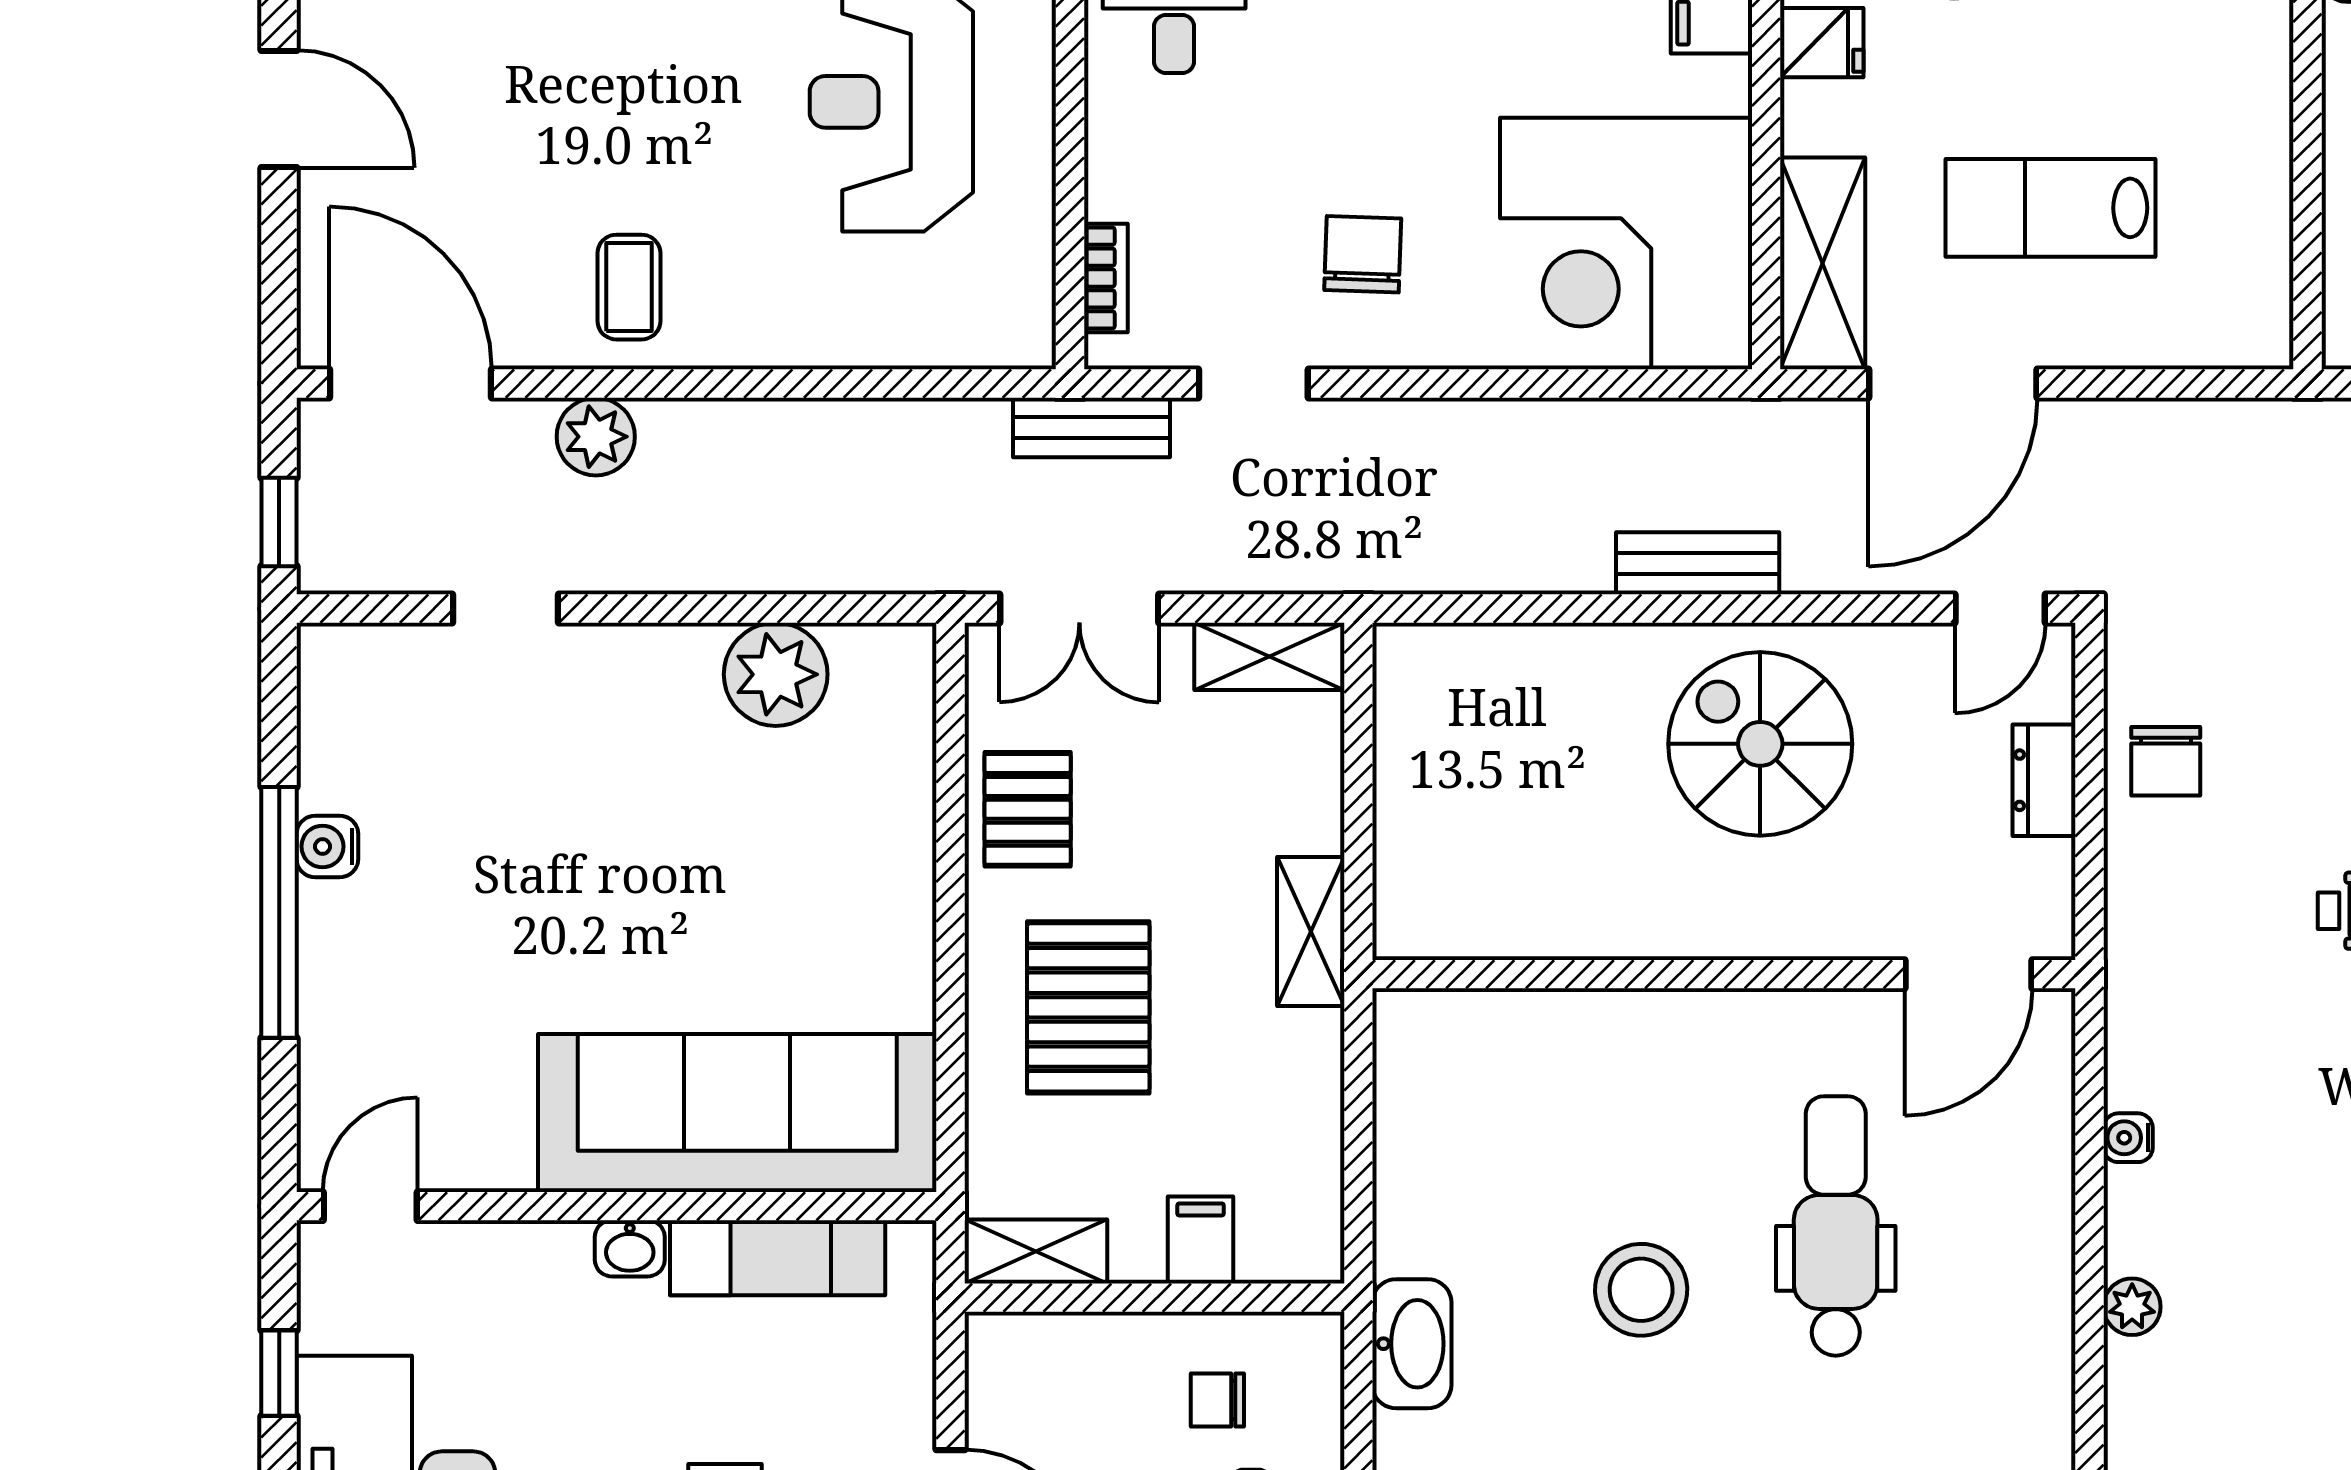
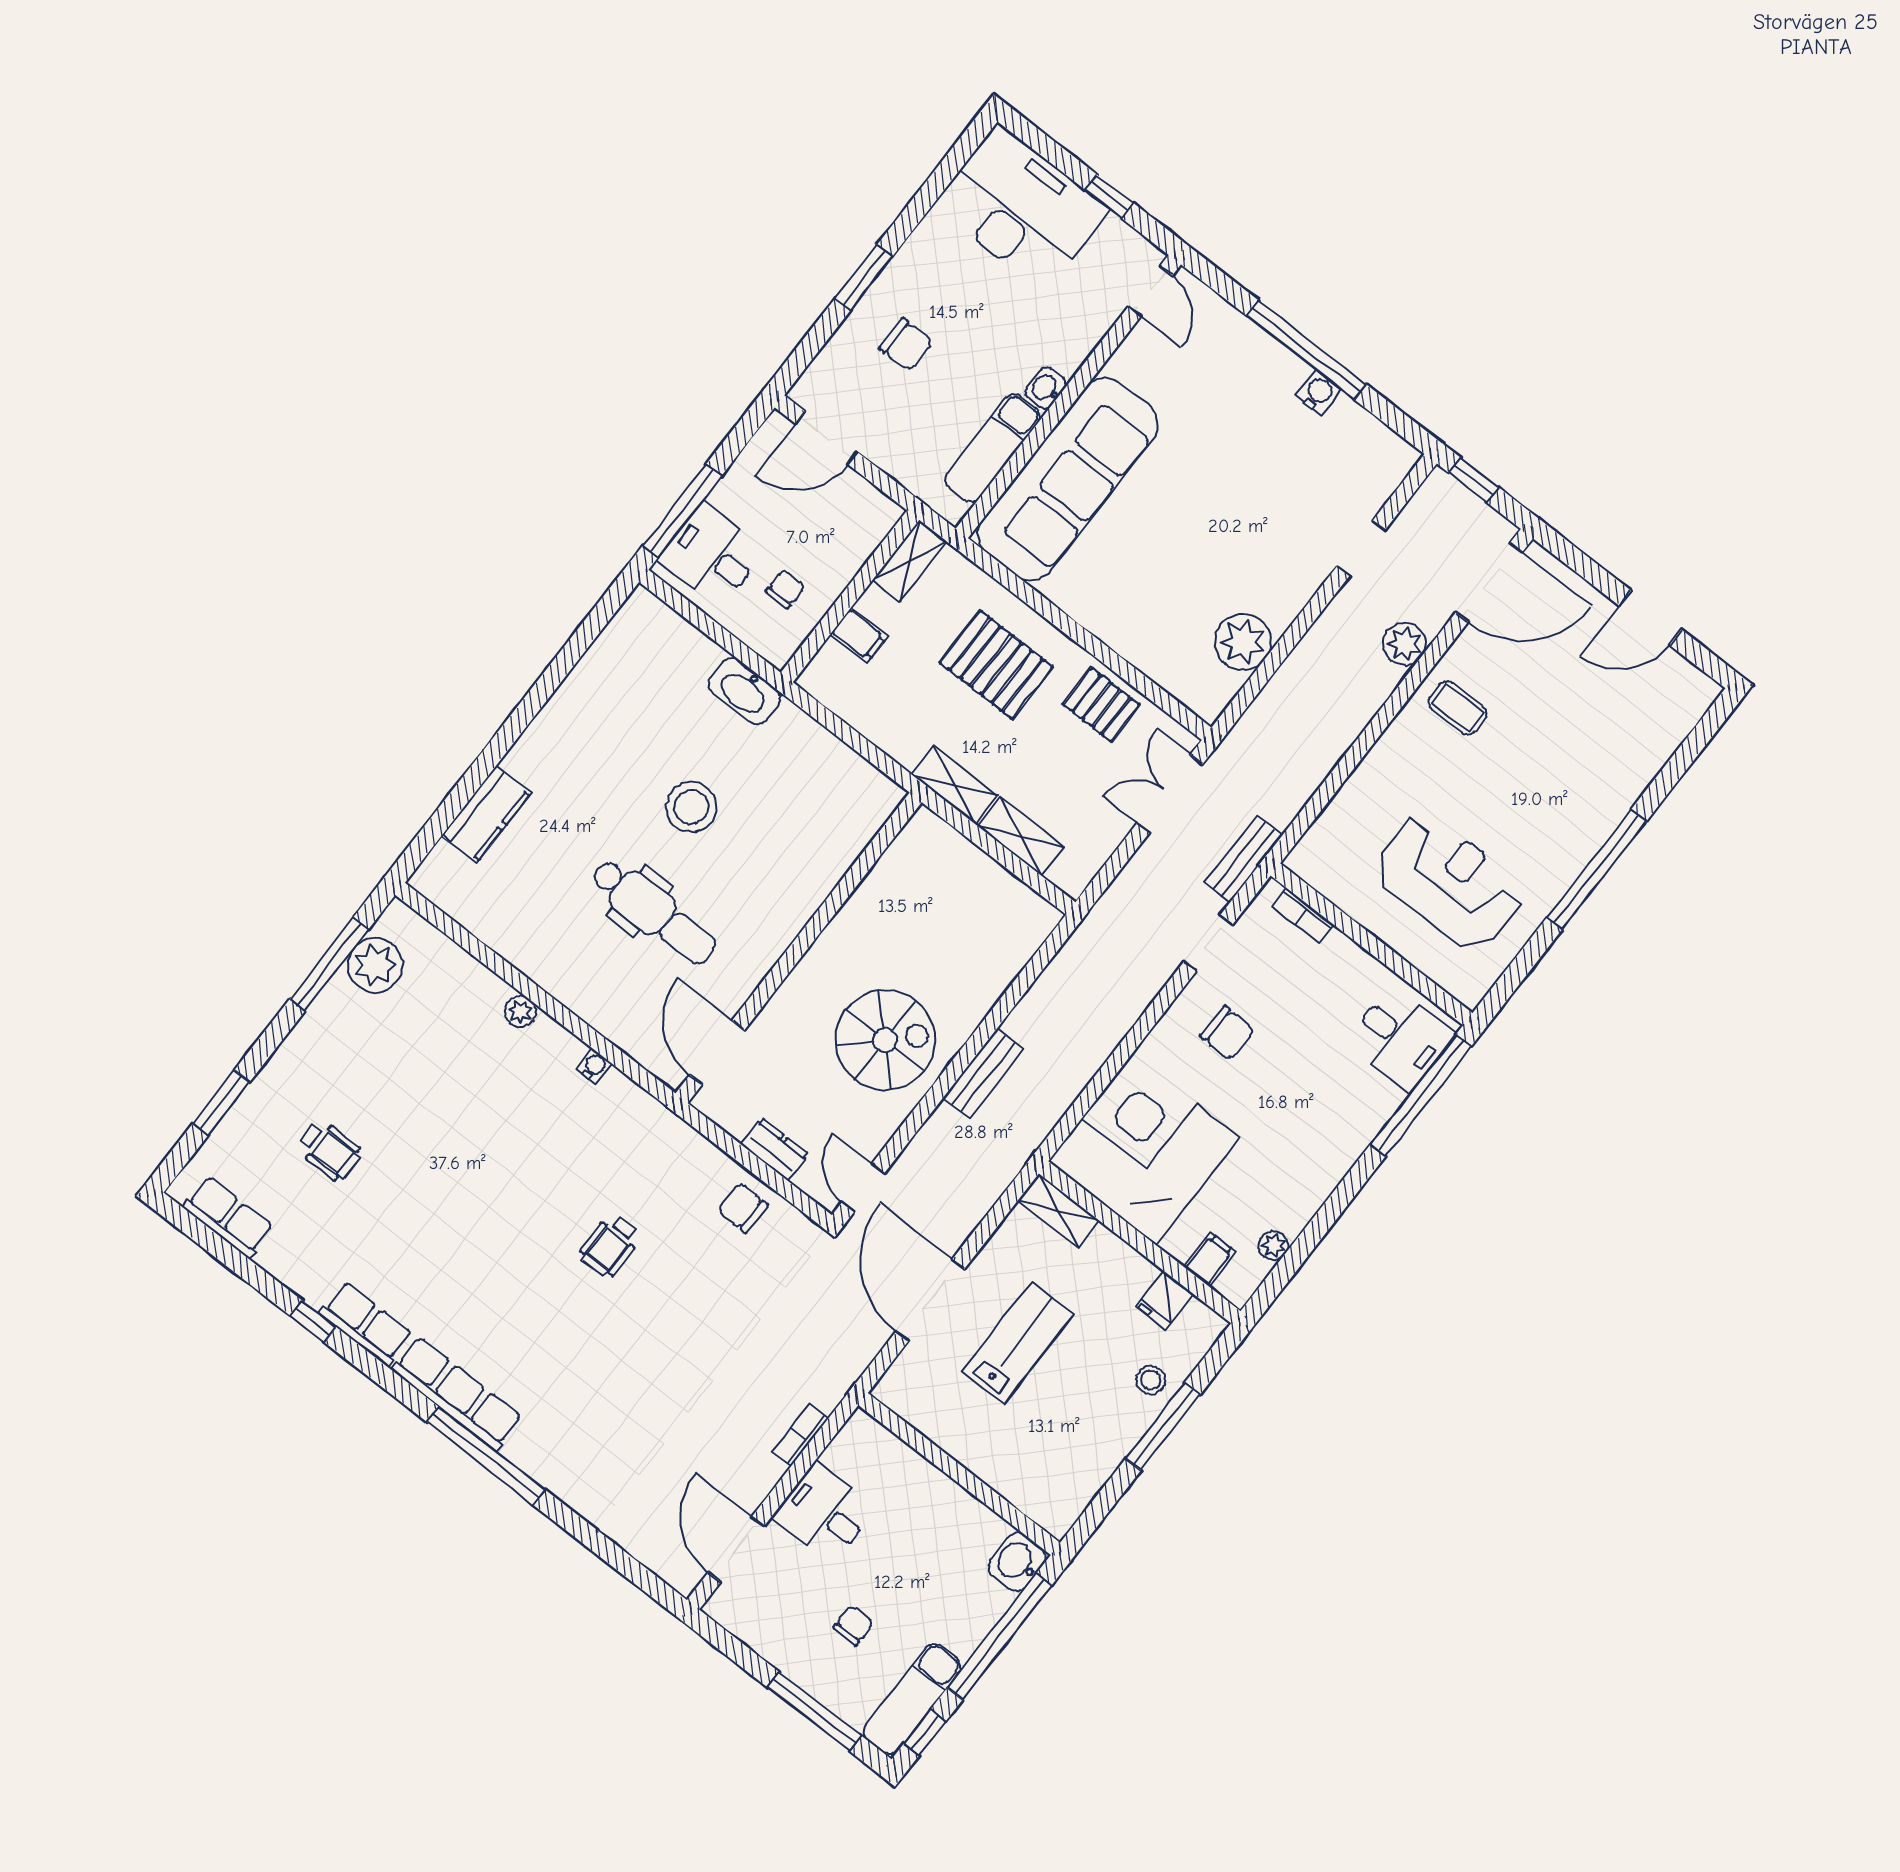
shelving: (1823, 263) -> (1058, 1210), width x0.67, depth x0.75
door: (1953, 384) -> (930, 1300), moved
shelving: (1269, 656) -> (1021, 837), moved, turned 90

